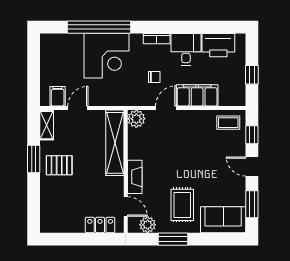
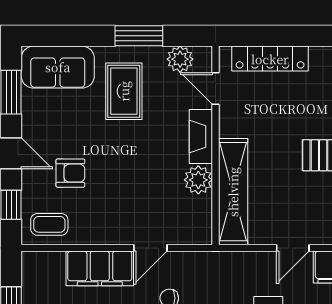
plant: (136, 119) -> (198, 180), moved
armchair: (215, 154) -> (70, 173), added
locker: (100, 225) -> (270, 59), width x1.53

